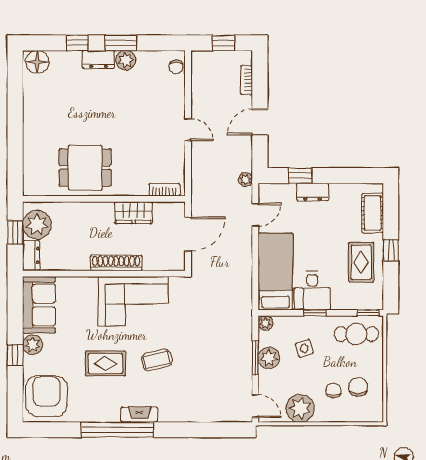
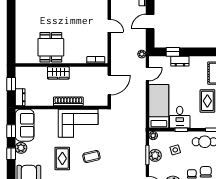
dining table: (85, 168) -> (51, 47), turned 90
wardrobe: (133, 213) -> (58, 73), moved
plant: (37, 225) -> (23, 80), removed
window: (15, 315) -> (11, 131), added
rug: (105, 363) -> (62, 158), turned 90

